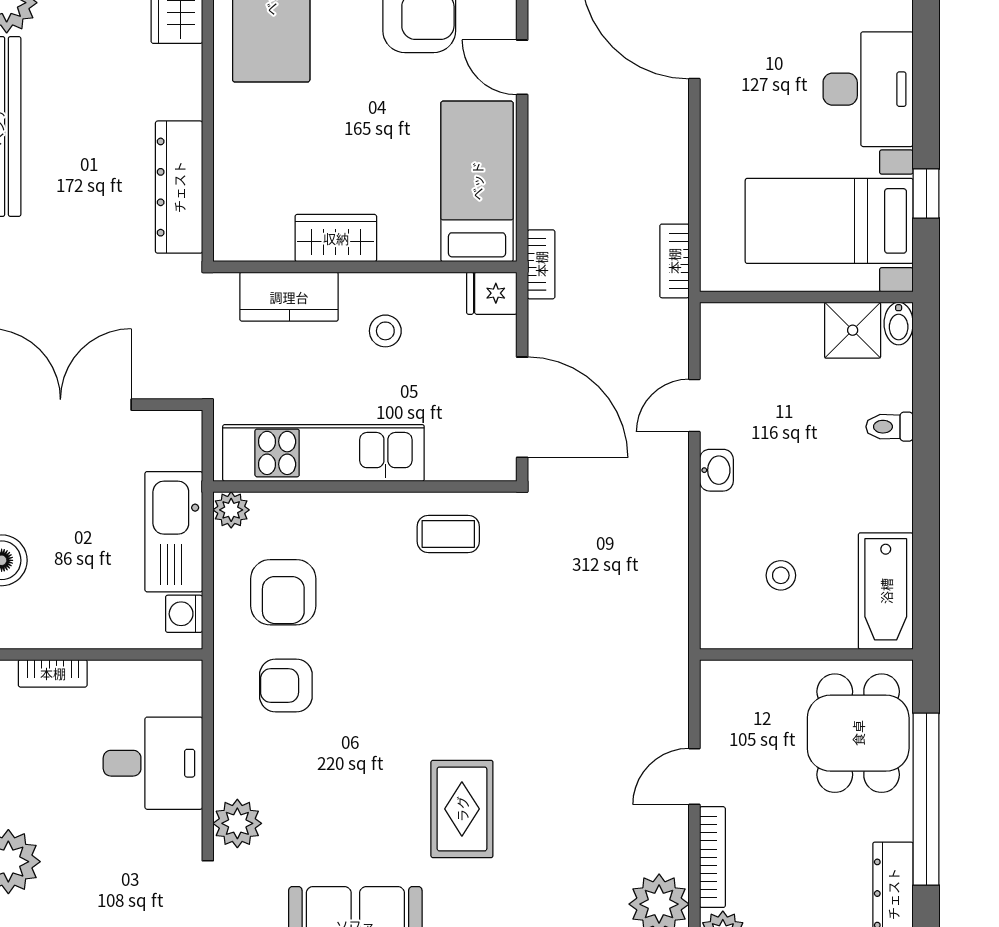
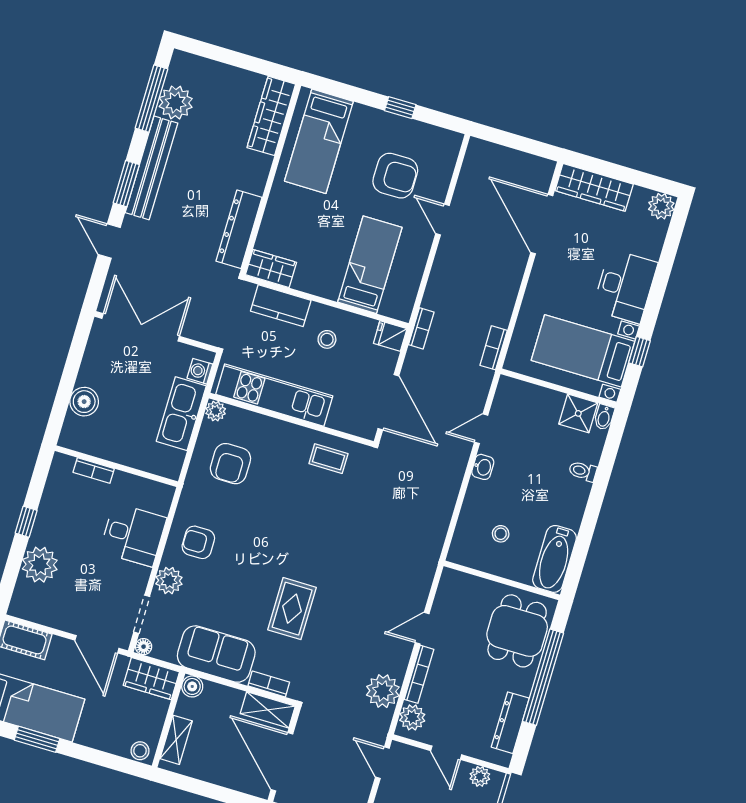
bed: (477, 181) -> (370, 265), moved
wardrobe: (336, 238) -> (271, 269), moved
washing machine: (184, 614) -> (200, 371), moved
armchair: (286, 685) -> (198, 542), moved

